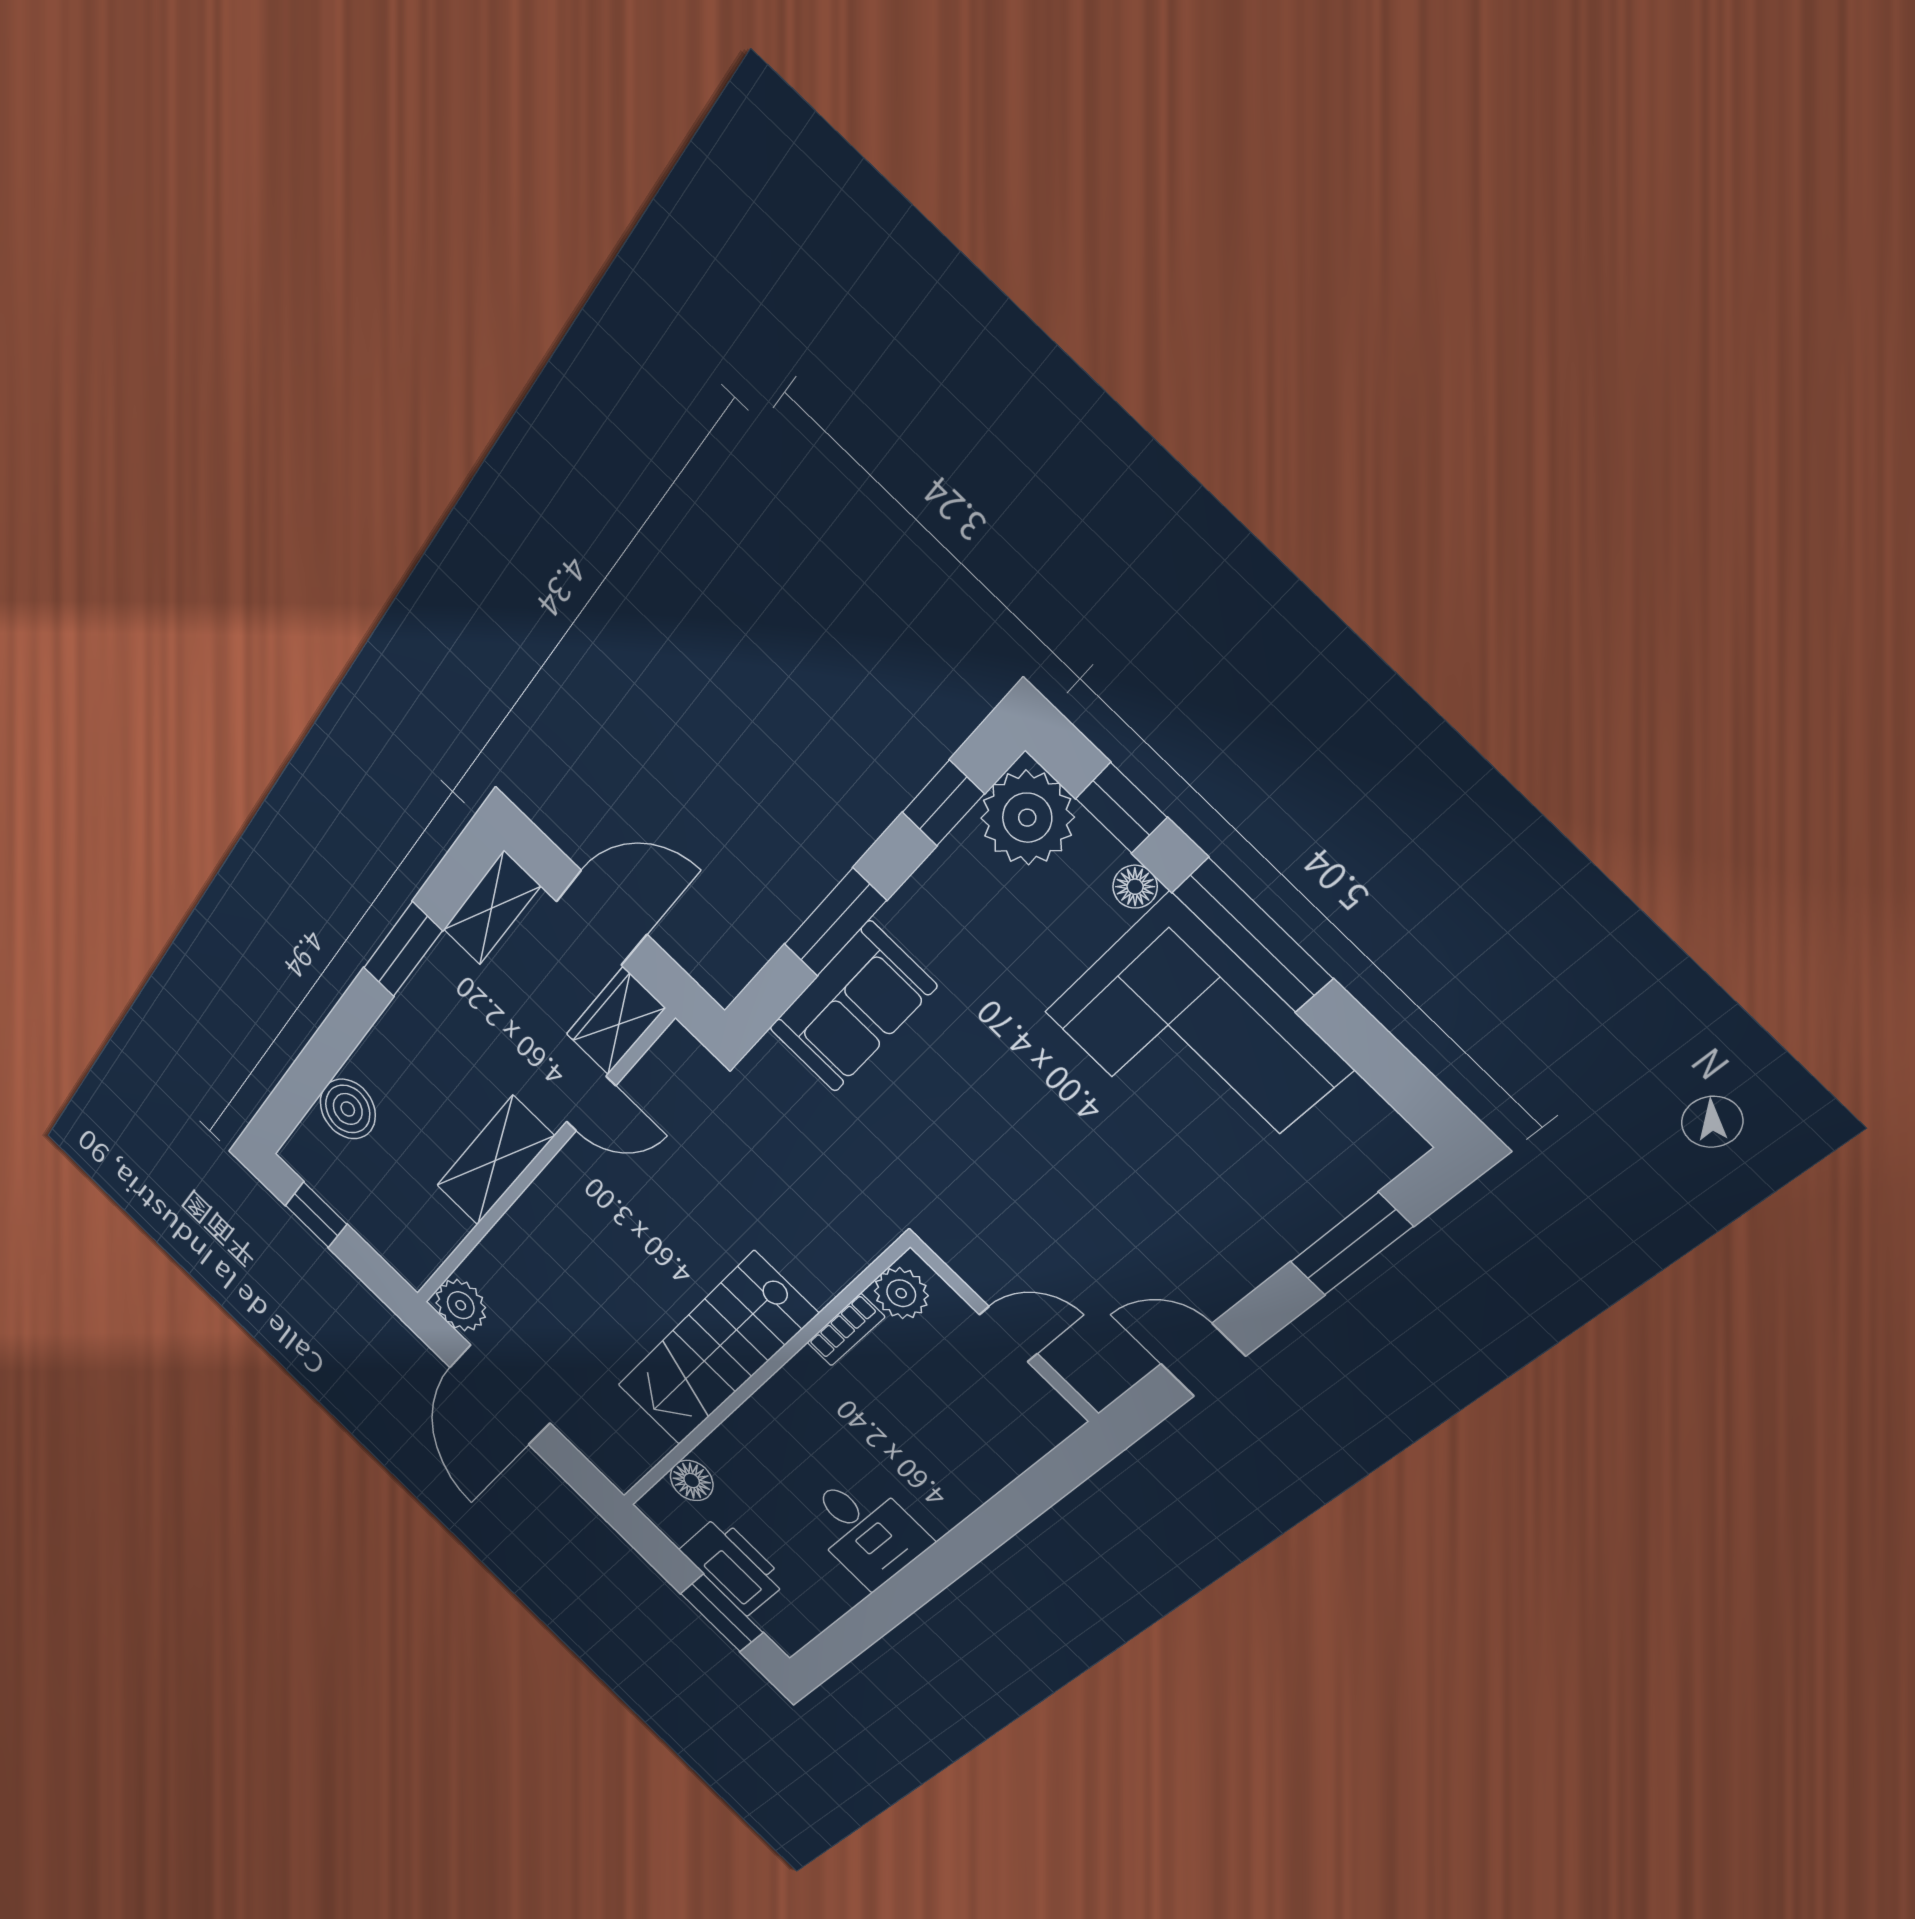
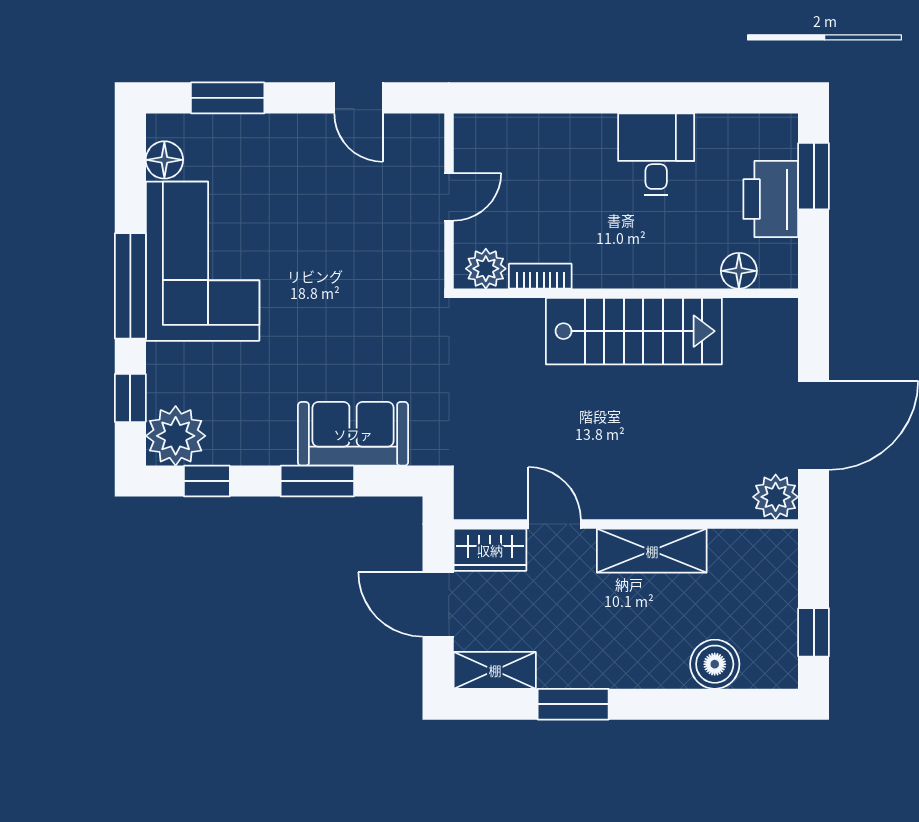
floor lamp: (1135, 887) -> (164, 160), moved, width x1.37, depth x1.37
door: (1008, 1334) -> (449, 197), swing flipped

